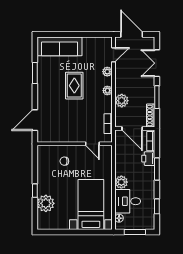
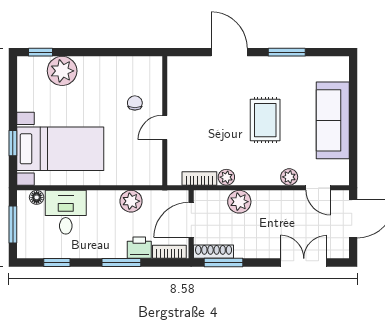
sofa: (60, 46) -> (333, 120), moved
rug: (74, 86) -> (265, 120), turned 90
plant: (107, 91) -> (226, 177), moved
window: (157, 97) -> (223, 262), moved
door: (35, 120) -> (229, 52), moved
door: (92, 144) -> (165, 127), moved
plant: (121, 182) -> (131, 201), moved
window: (35, 191) -> (40, 52), moved
window: (88, 232) -> (13, 143), added

